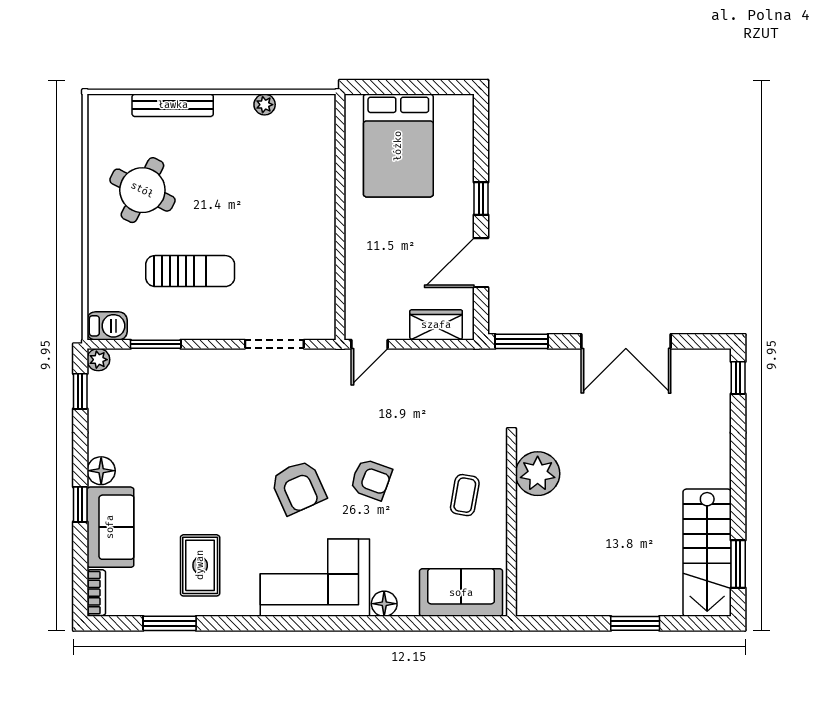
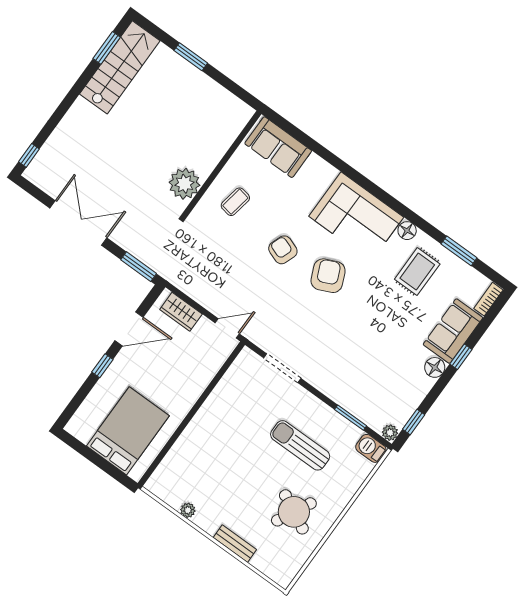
bench: (173, 105) -> (235, 544), width x0.73
floor lamp: (384, 604) -> (407, 231), moved

